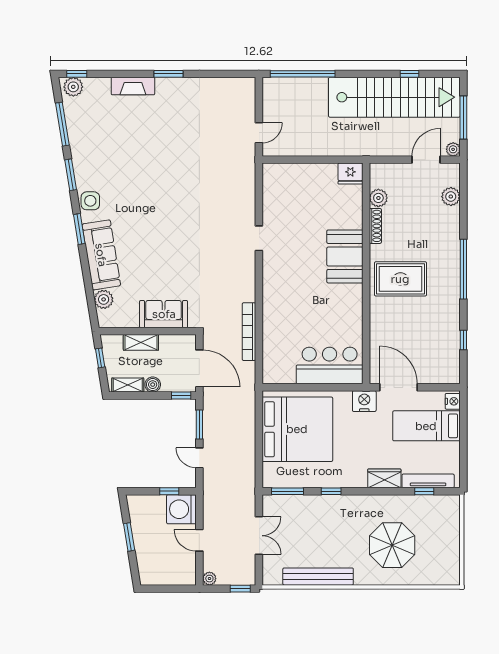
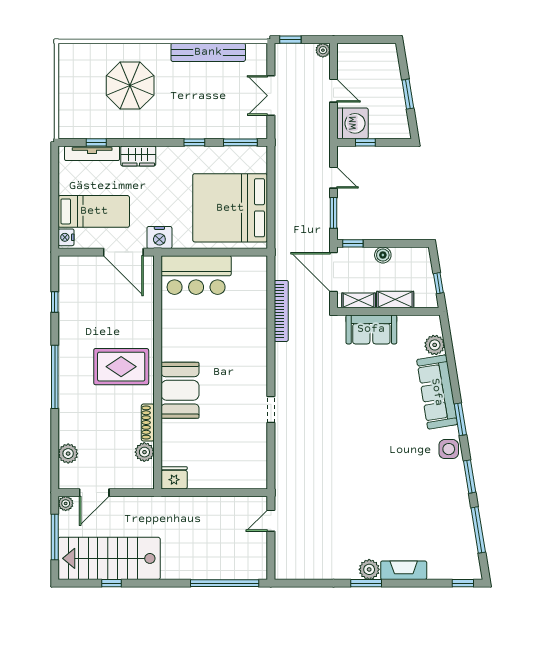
plant: (73, 87) -> (369, 569), moved
stairs: (394, 97) -> (109, 558), width x0.73
shelving: (128, 385) -> (359, 300), moved

